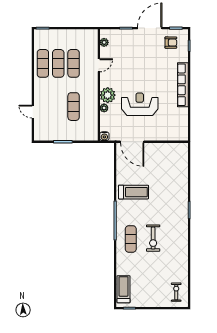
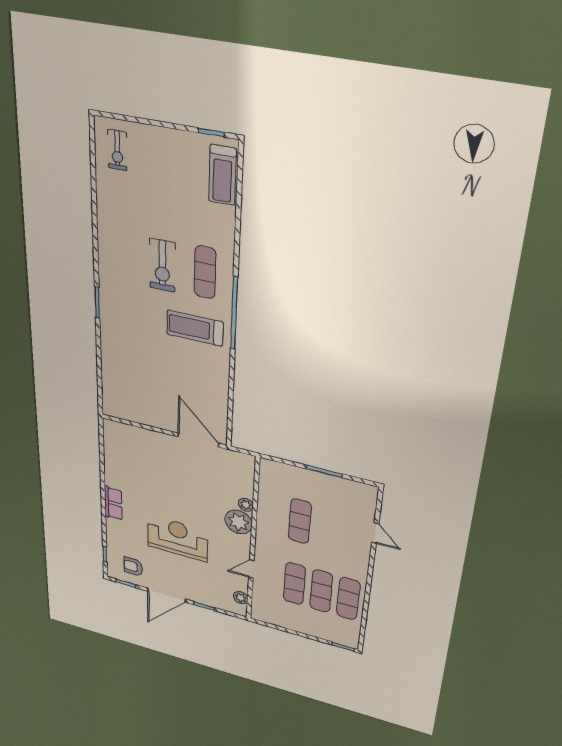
row of seats: (183, 85) -> (113, 503), width x0.50
reception desk: (140, 104) -> (178, 538), moved, turned 180
water cooler: (104, 136) -> (247, 461), removed
treadmill: (133, 192) -> (195, 328), moved
exercise bike: (153, 238) -> (162, 265), turned 180

